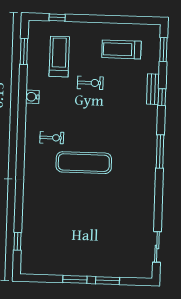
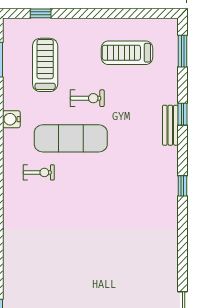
bench: (153, 89) -> (170, 125), moved
window: (160, 152) -> (183, 186), width x0.46
exercise mat: (84, 163) -> (71, 138), moved

